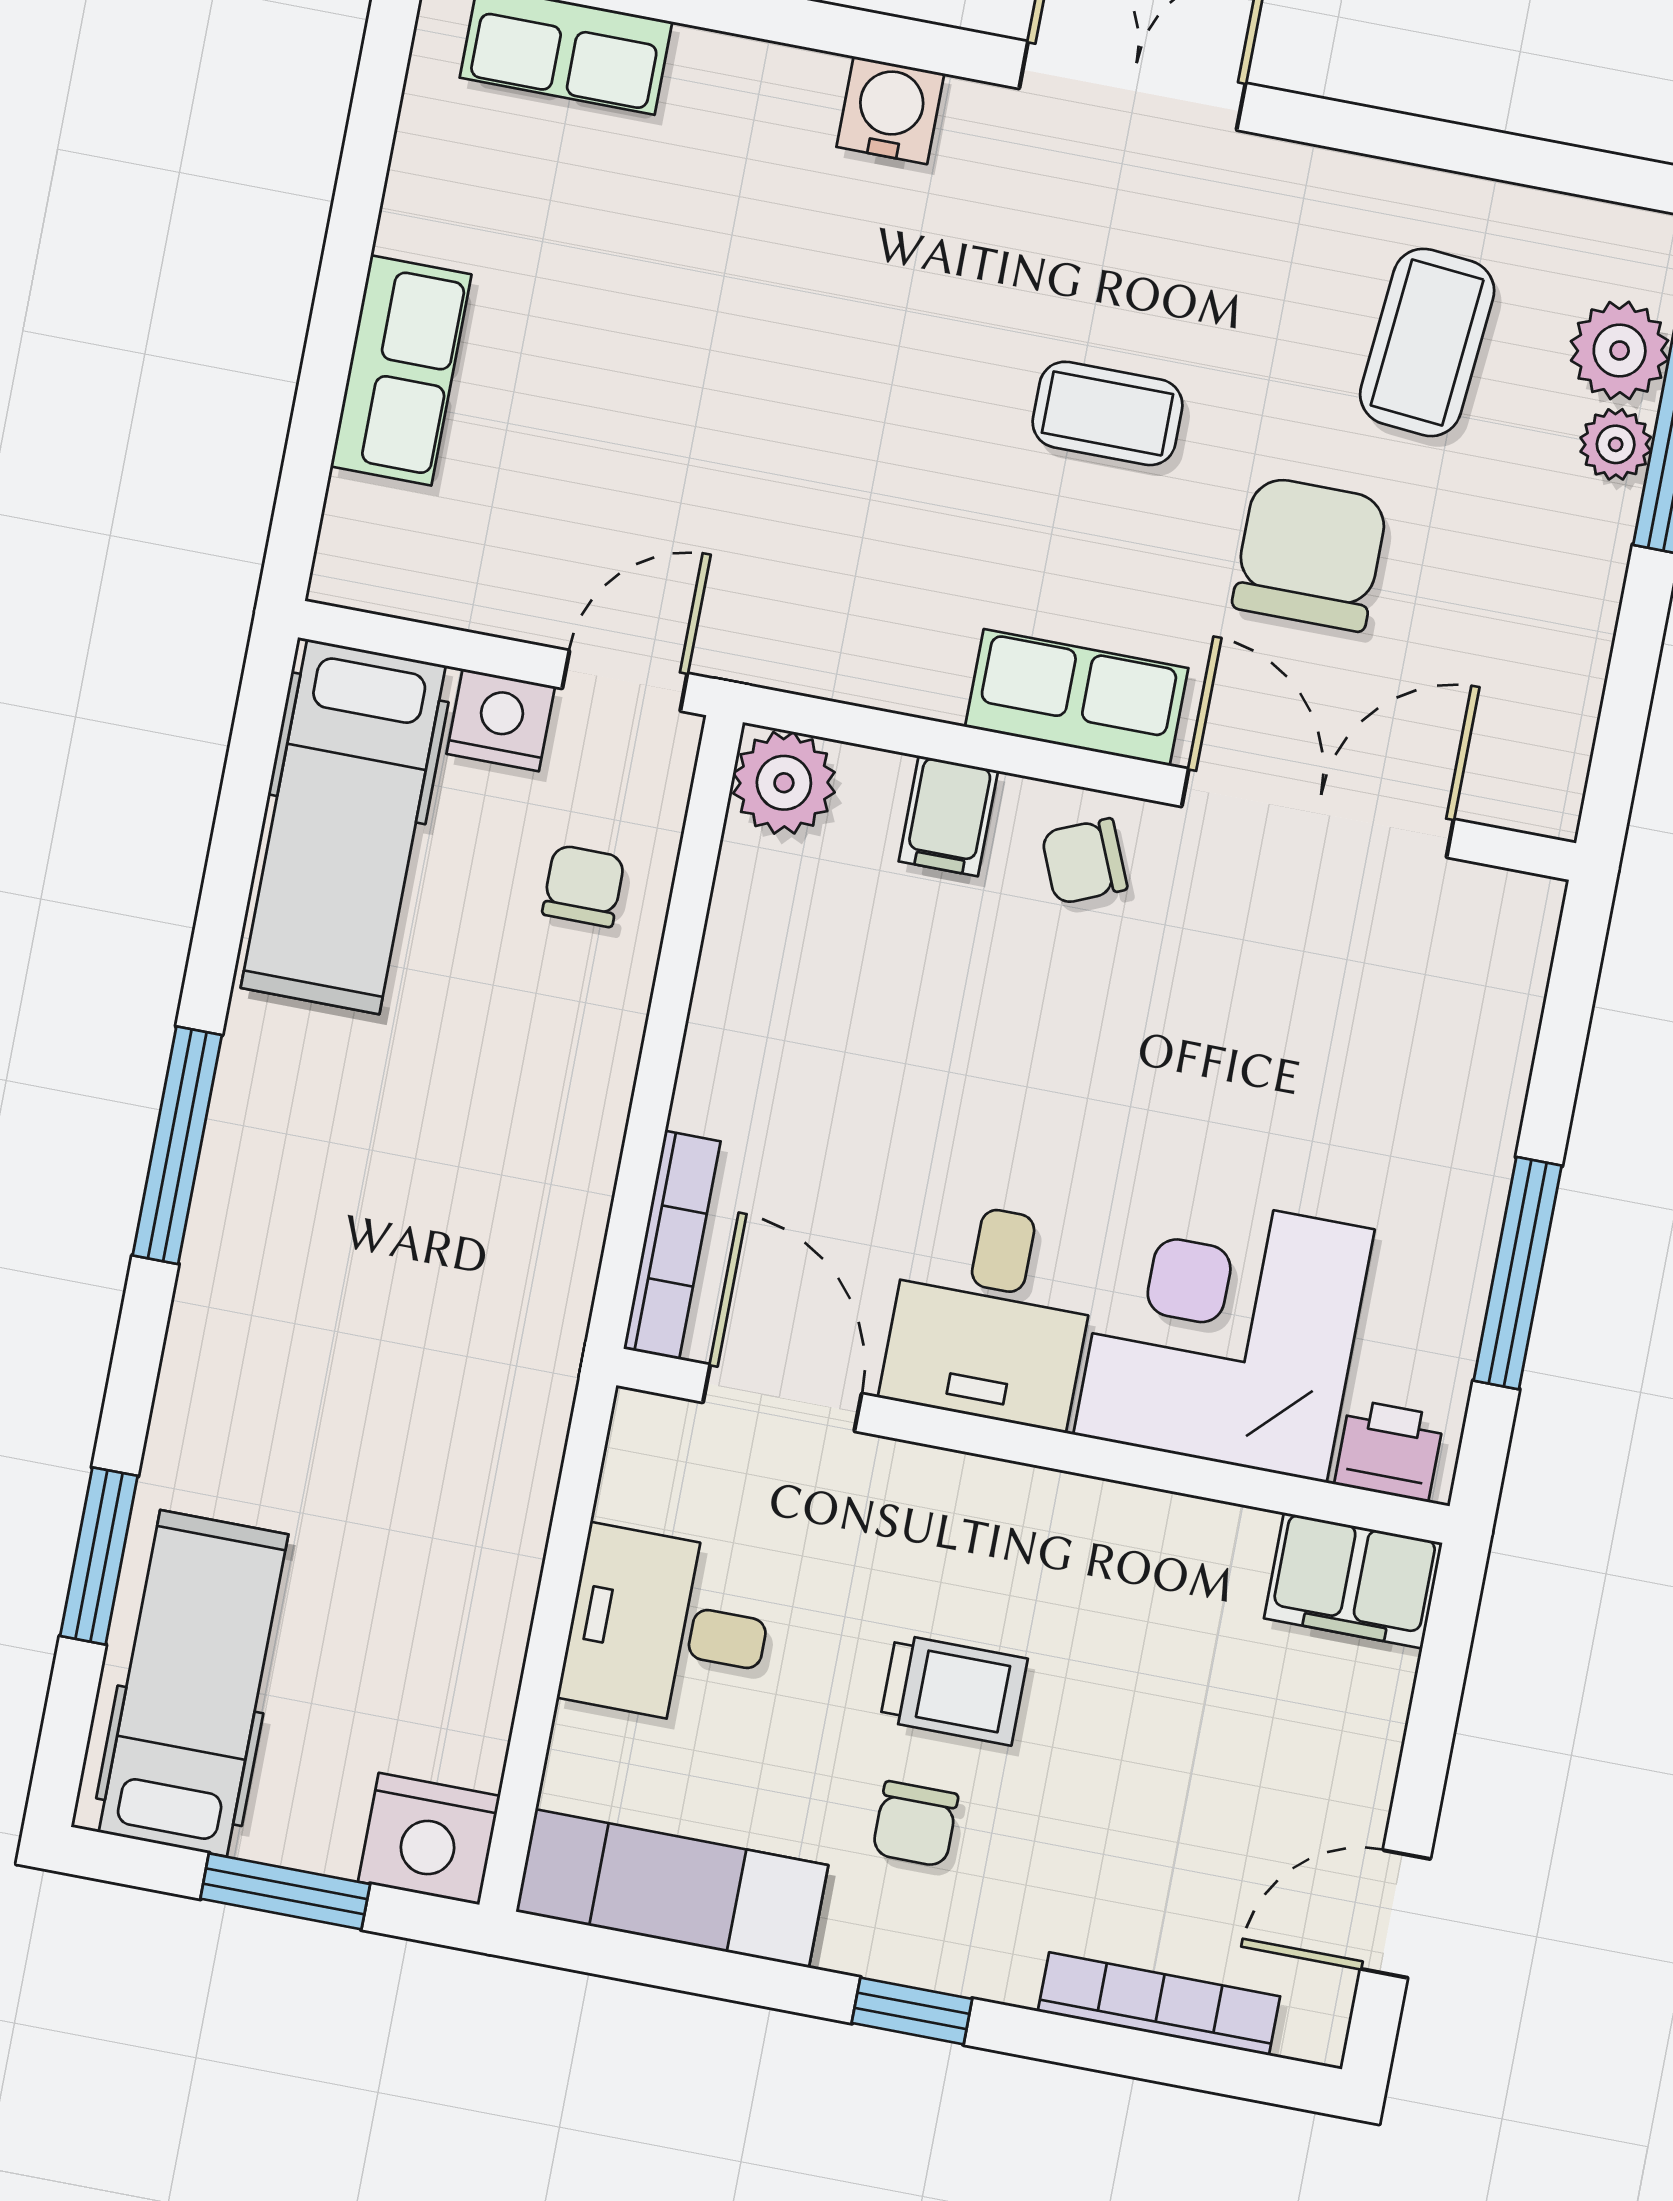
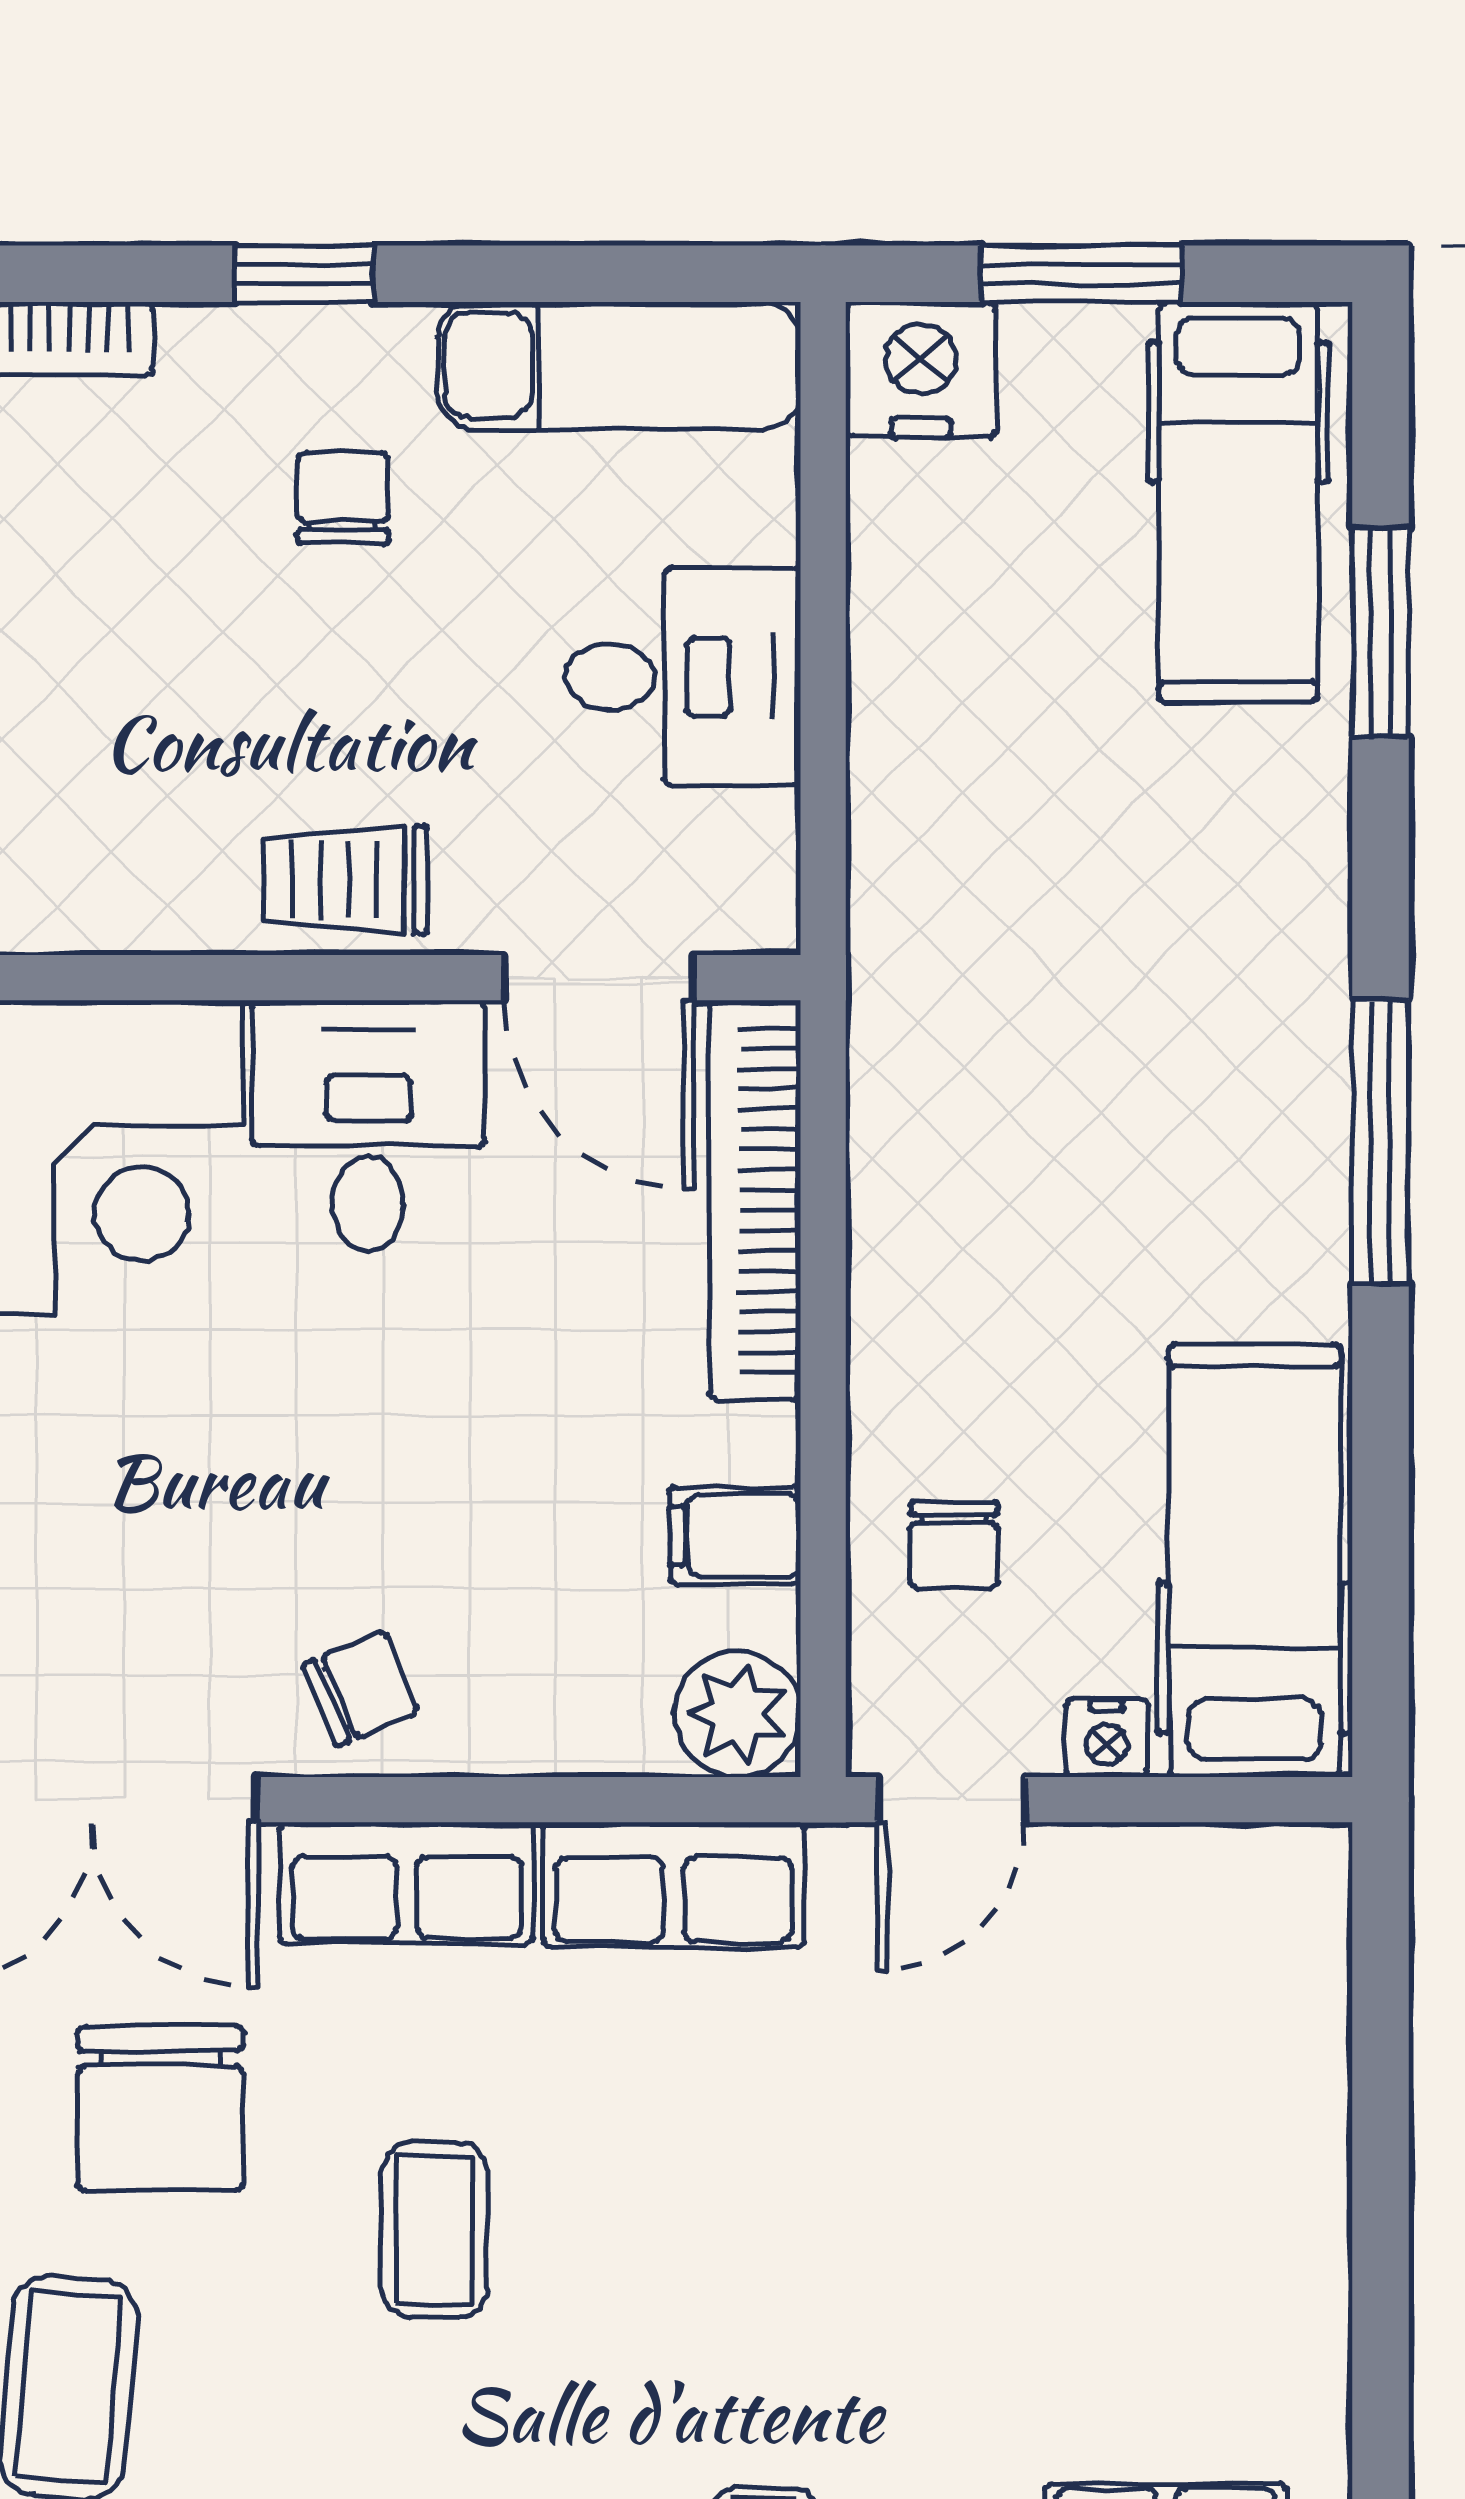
row of seats: (401, 370) -> (674, 1885), moved, turned -90
coffee table: (1108, 413) -> (435, 2230), turned 90
nightstand: (501, 720) -> (1107, 1738), width x0.72, depth x0.74
filing cabinet: (948, 816) -> (735, 1536), moved, turned -90
bookcase: (672, 1245) -> (755, 1200), width x1.48, depth x1.31
trolley: (954, 1690) -> (346, 880), moved

